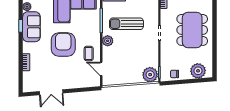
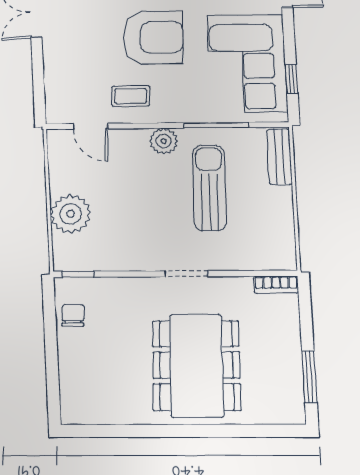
dining table: (192, 30) -> (196, 365), turned 90
door: (101, 69) -> (91, 126), swing flipped
plant: (198, 71) -> (80, 382), removed
plant: (150, 75) -> (71, 214), moved

